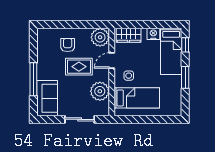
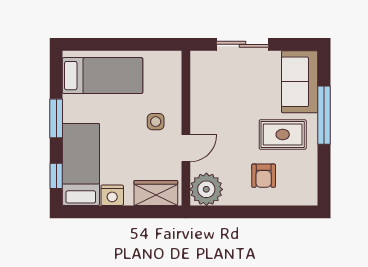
rug: (79, 67) -> (283, 135), moved
plant: (100, 91) -> (207, 94), removed
bed: (137, 98) -> (102, 76), moved, turned 180

